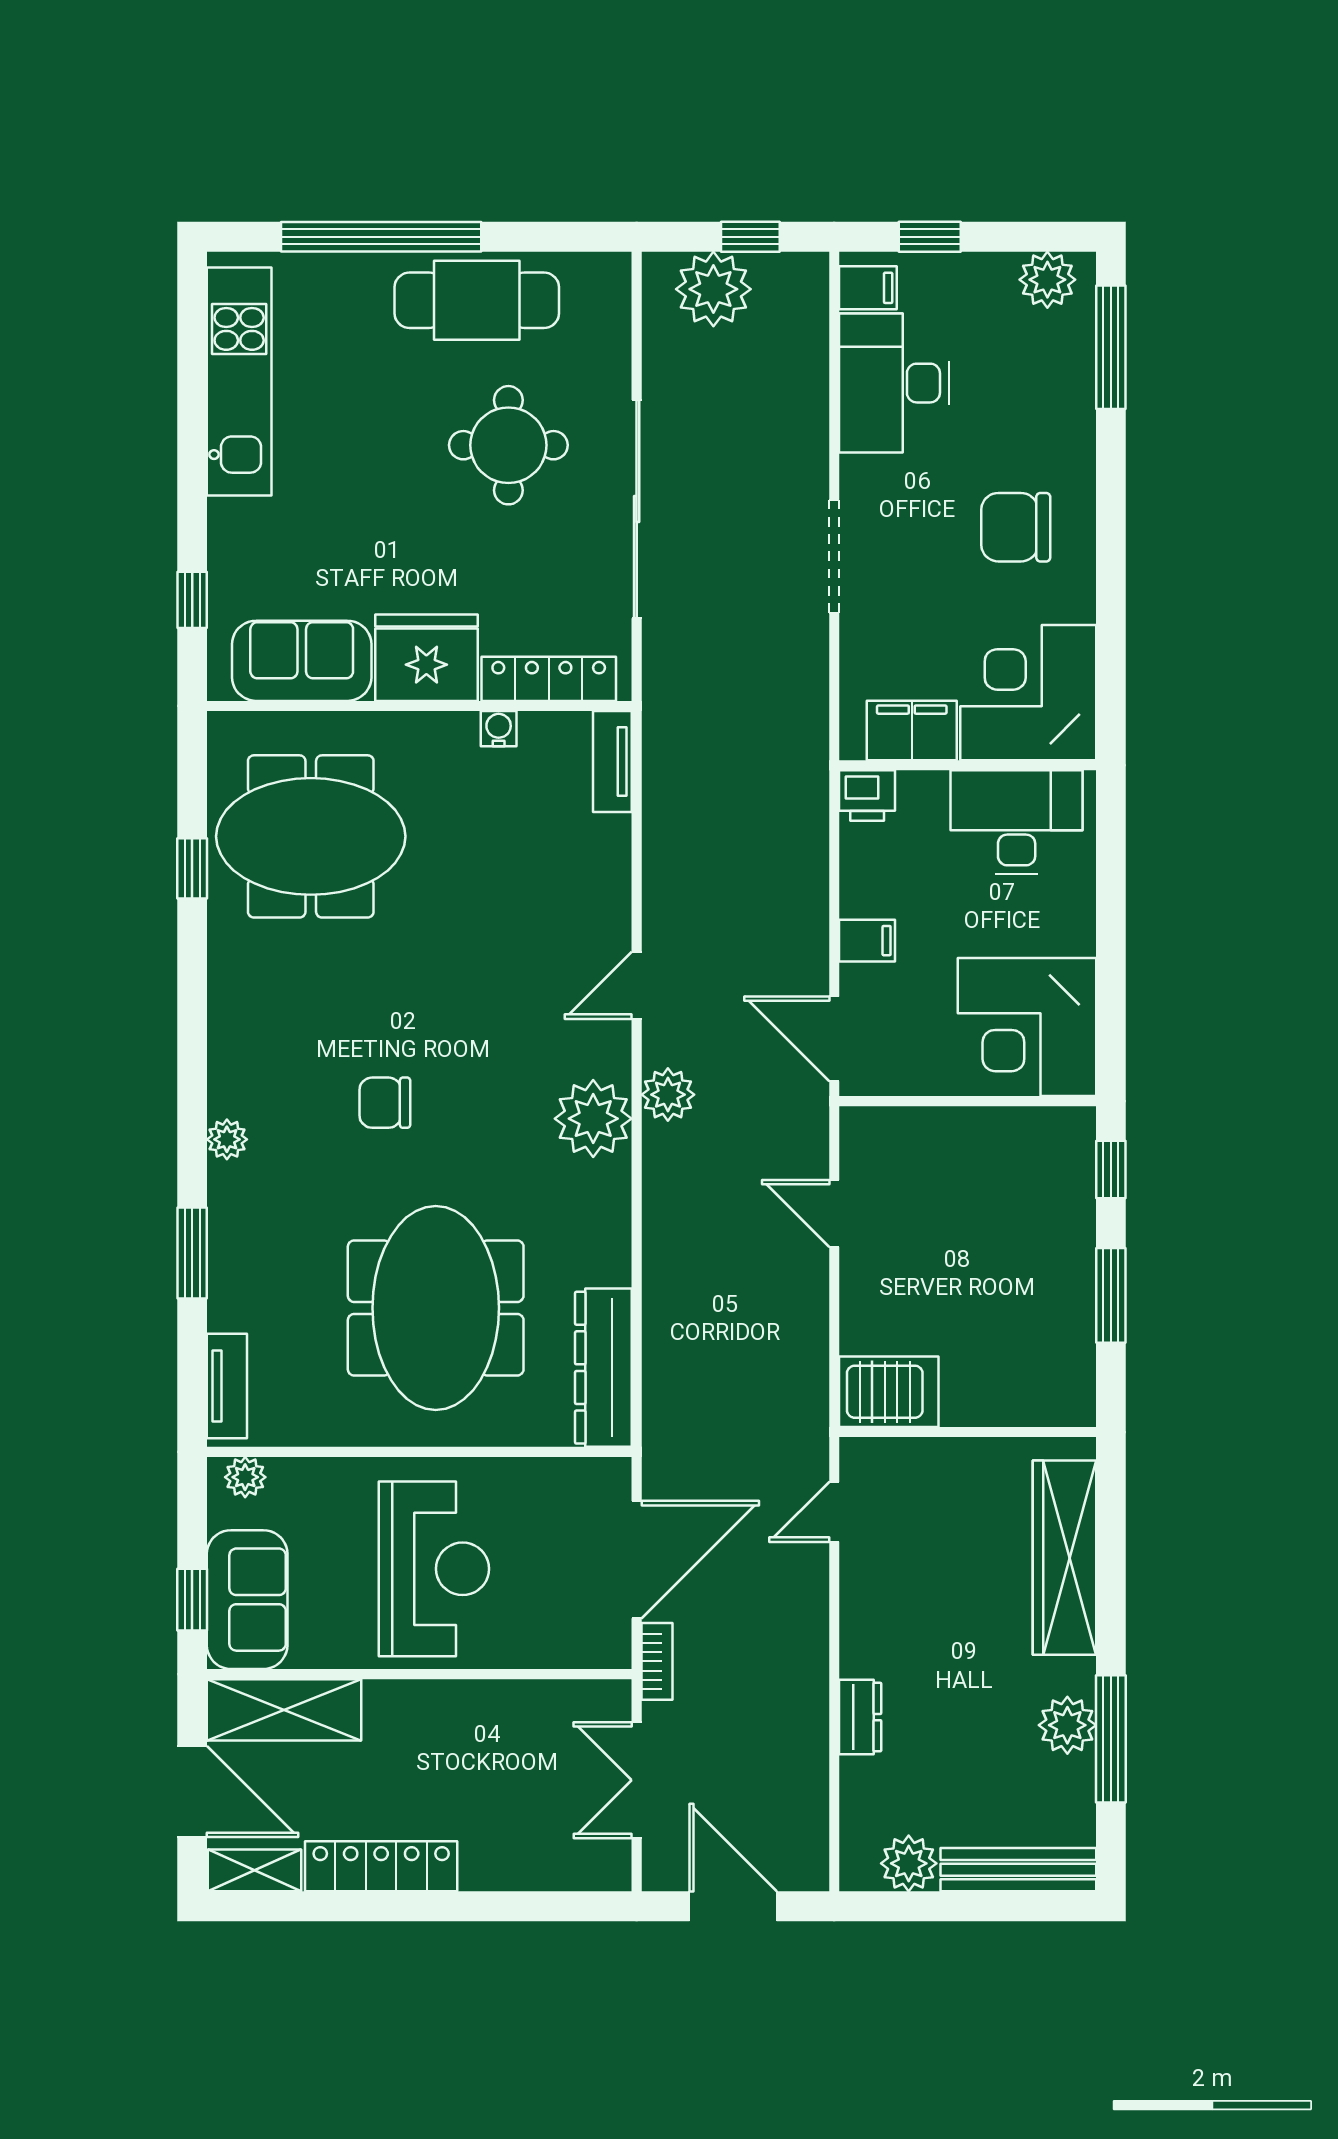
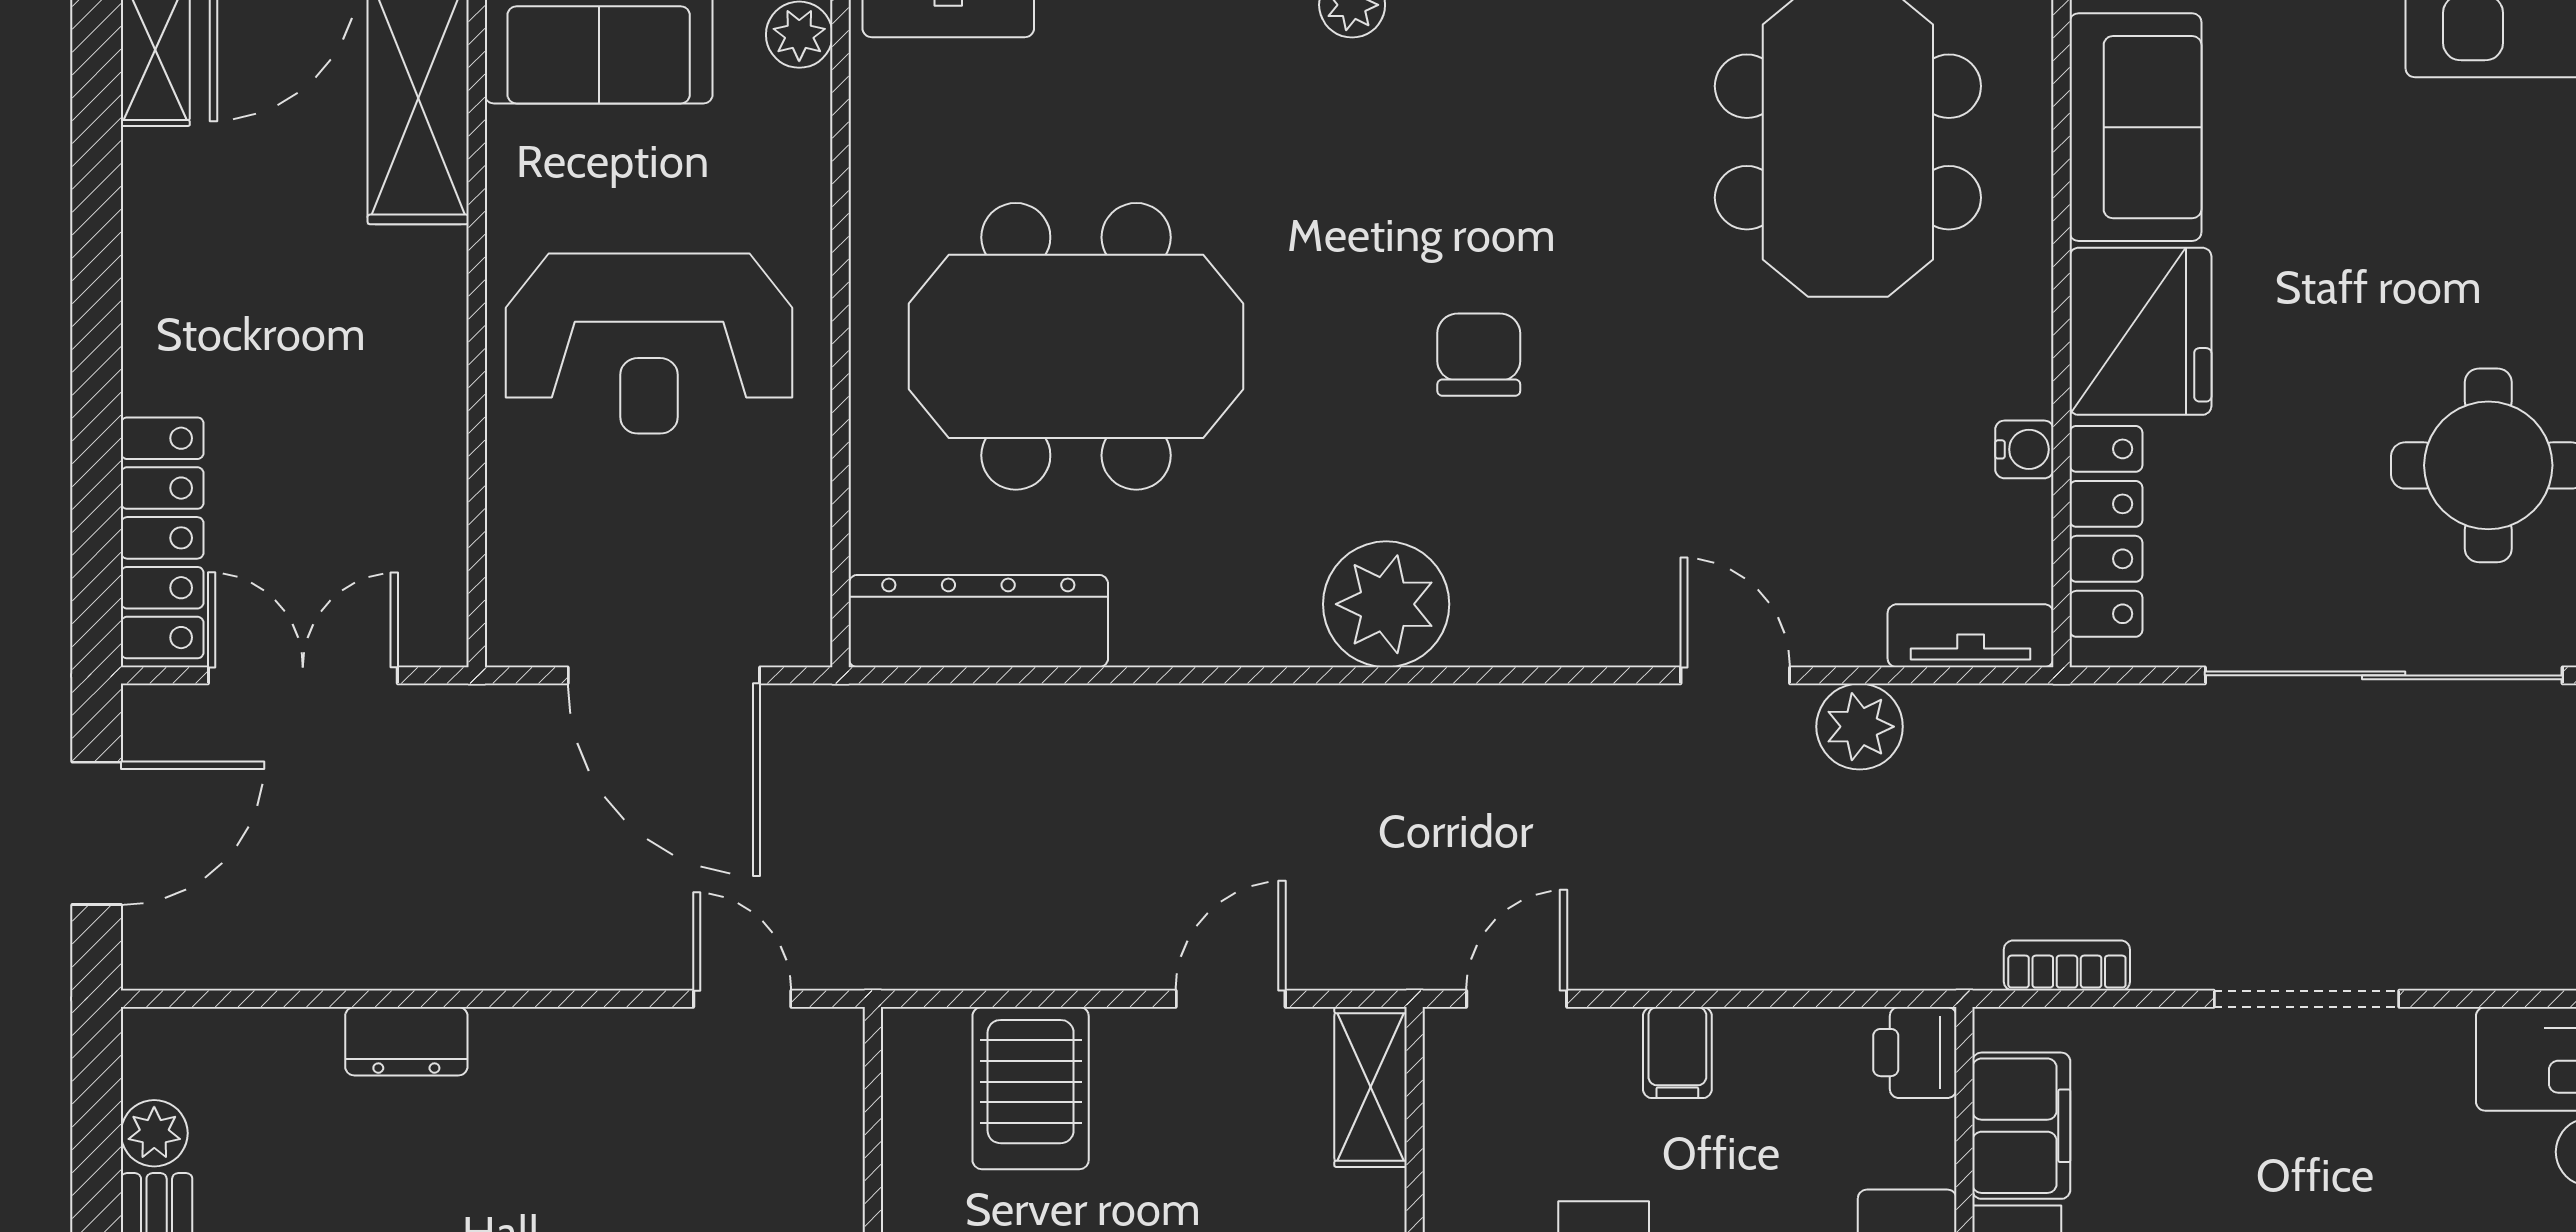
door: (637, 985) -> (1735, 675), moved
door: (834, 1039) -> (1517, 999), width x0.73
plant: (668, 1095) -> (1860, 727), moved
chair: (385, 1103) -> (1479, 355), moved
shelving: (888, 1128) -> (1370, 1087), added
server rack: (889, 1392) -> (1031, 1088), moved
bookcase: (657, 1661) -> (2067, 966), moved, turned 180
plant: (909, 1863) -> (154, 1133), width x0.73, depth x0.73
locker: (381, 1866) -> (162, 538), moved

